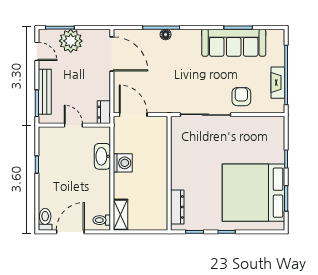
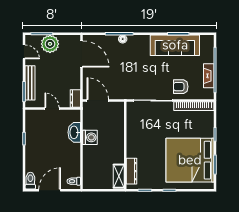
armchair: (241, 97) -> (181, 87), turned -90
bookcase: (258, 122) -> (194, 106), added
shelving: (121, 215) -> (119, 176), moved

